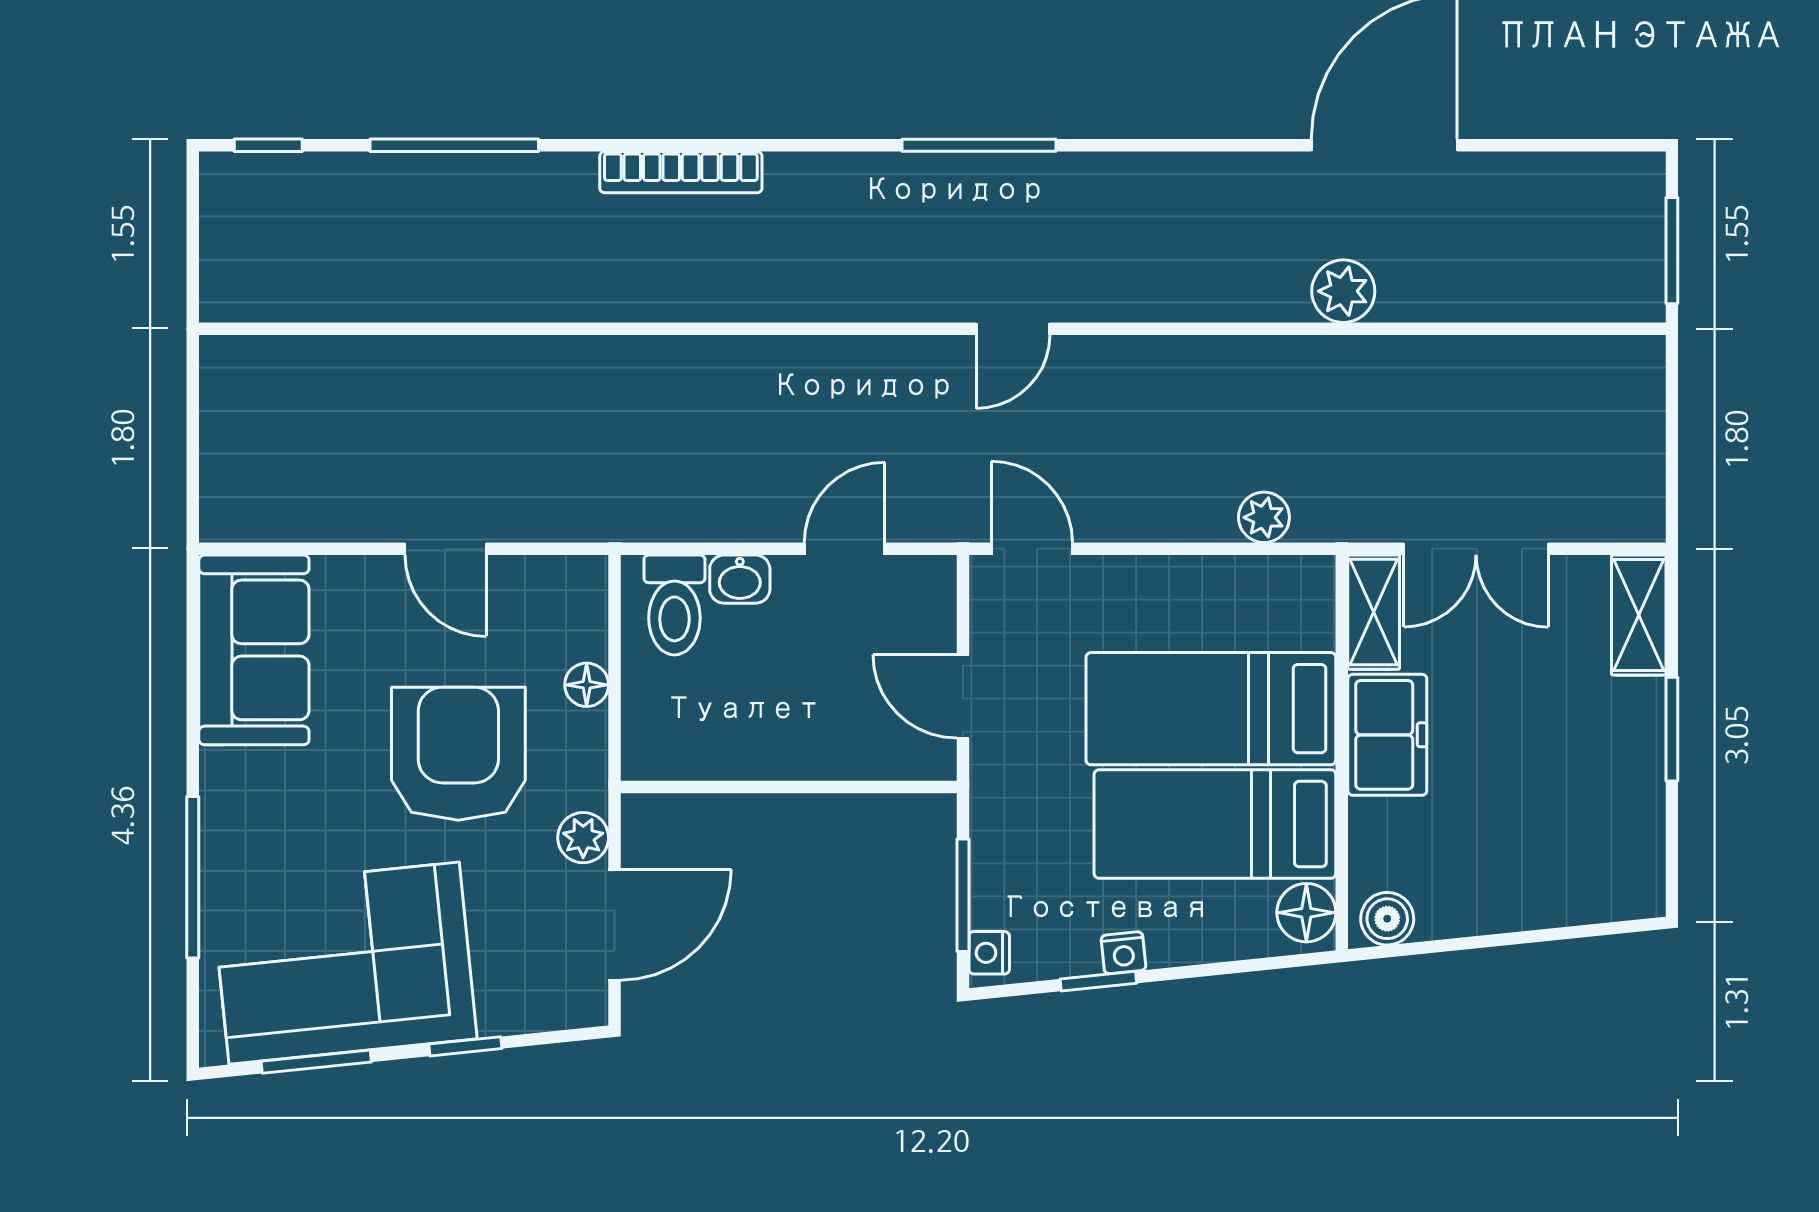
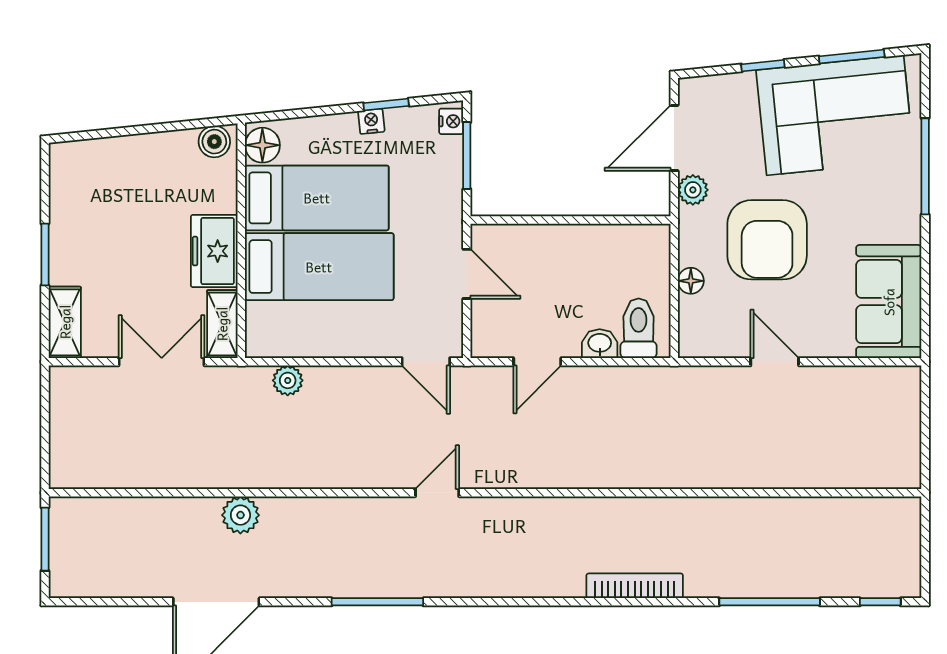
window: (979, 145) -> (377, 602), moved

